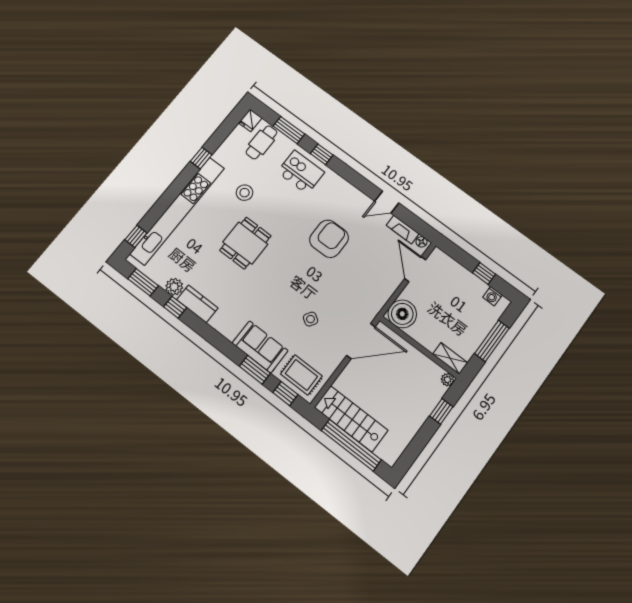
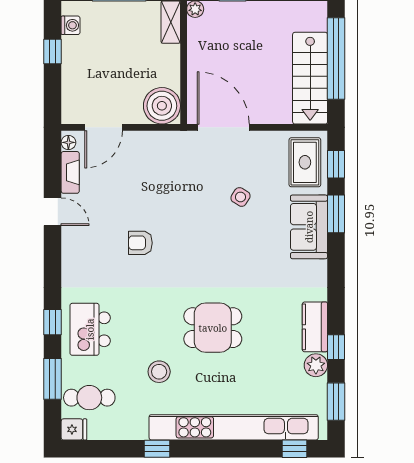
armchair: (329, 239) -> (140, 243), width x0.53, depth x0.53

